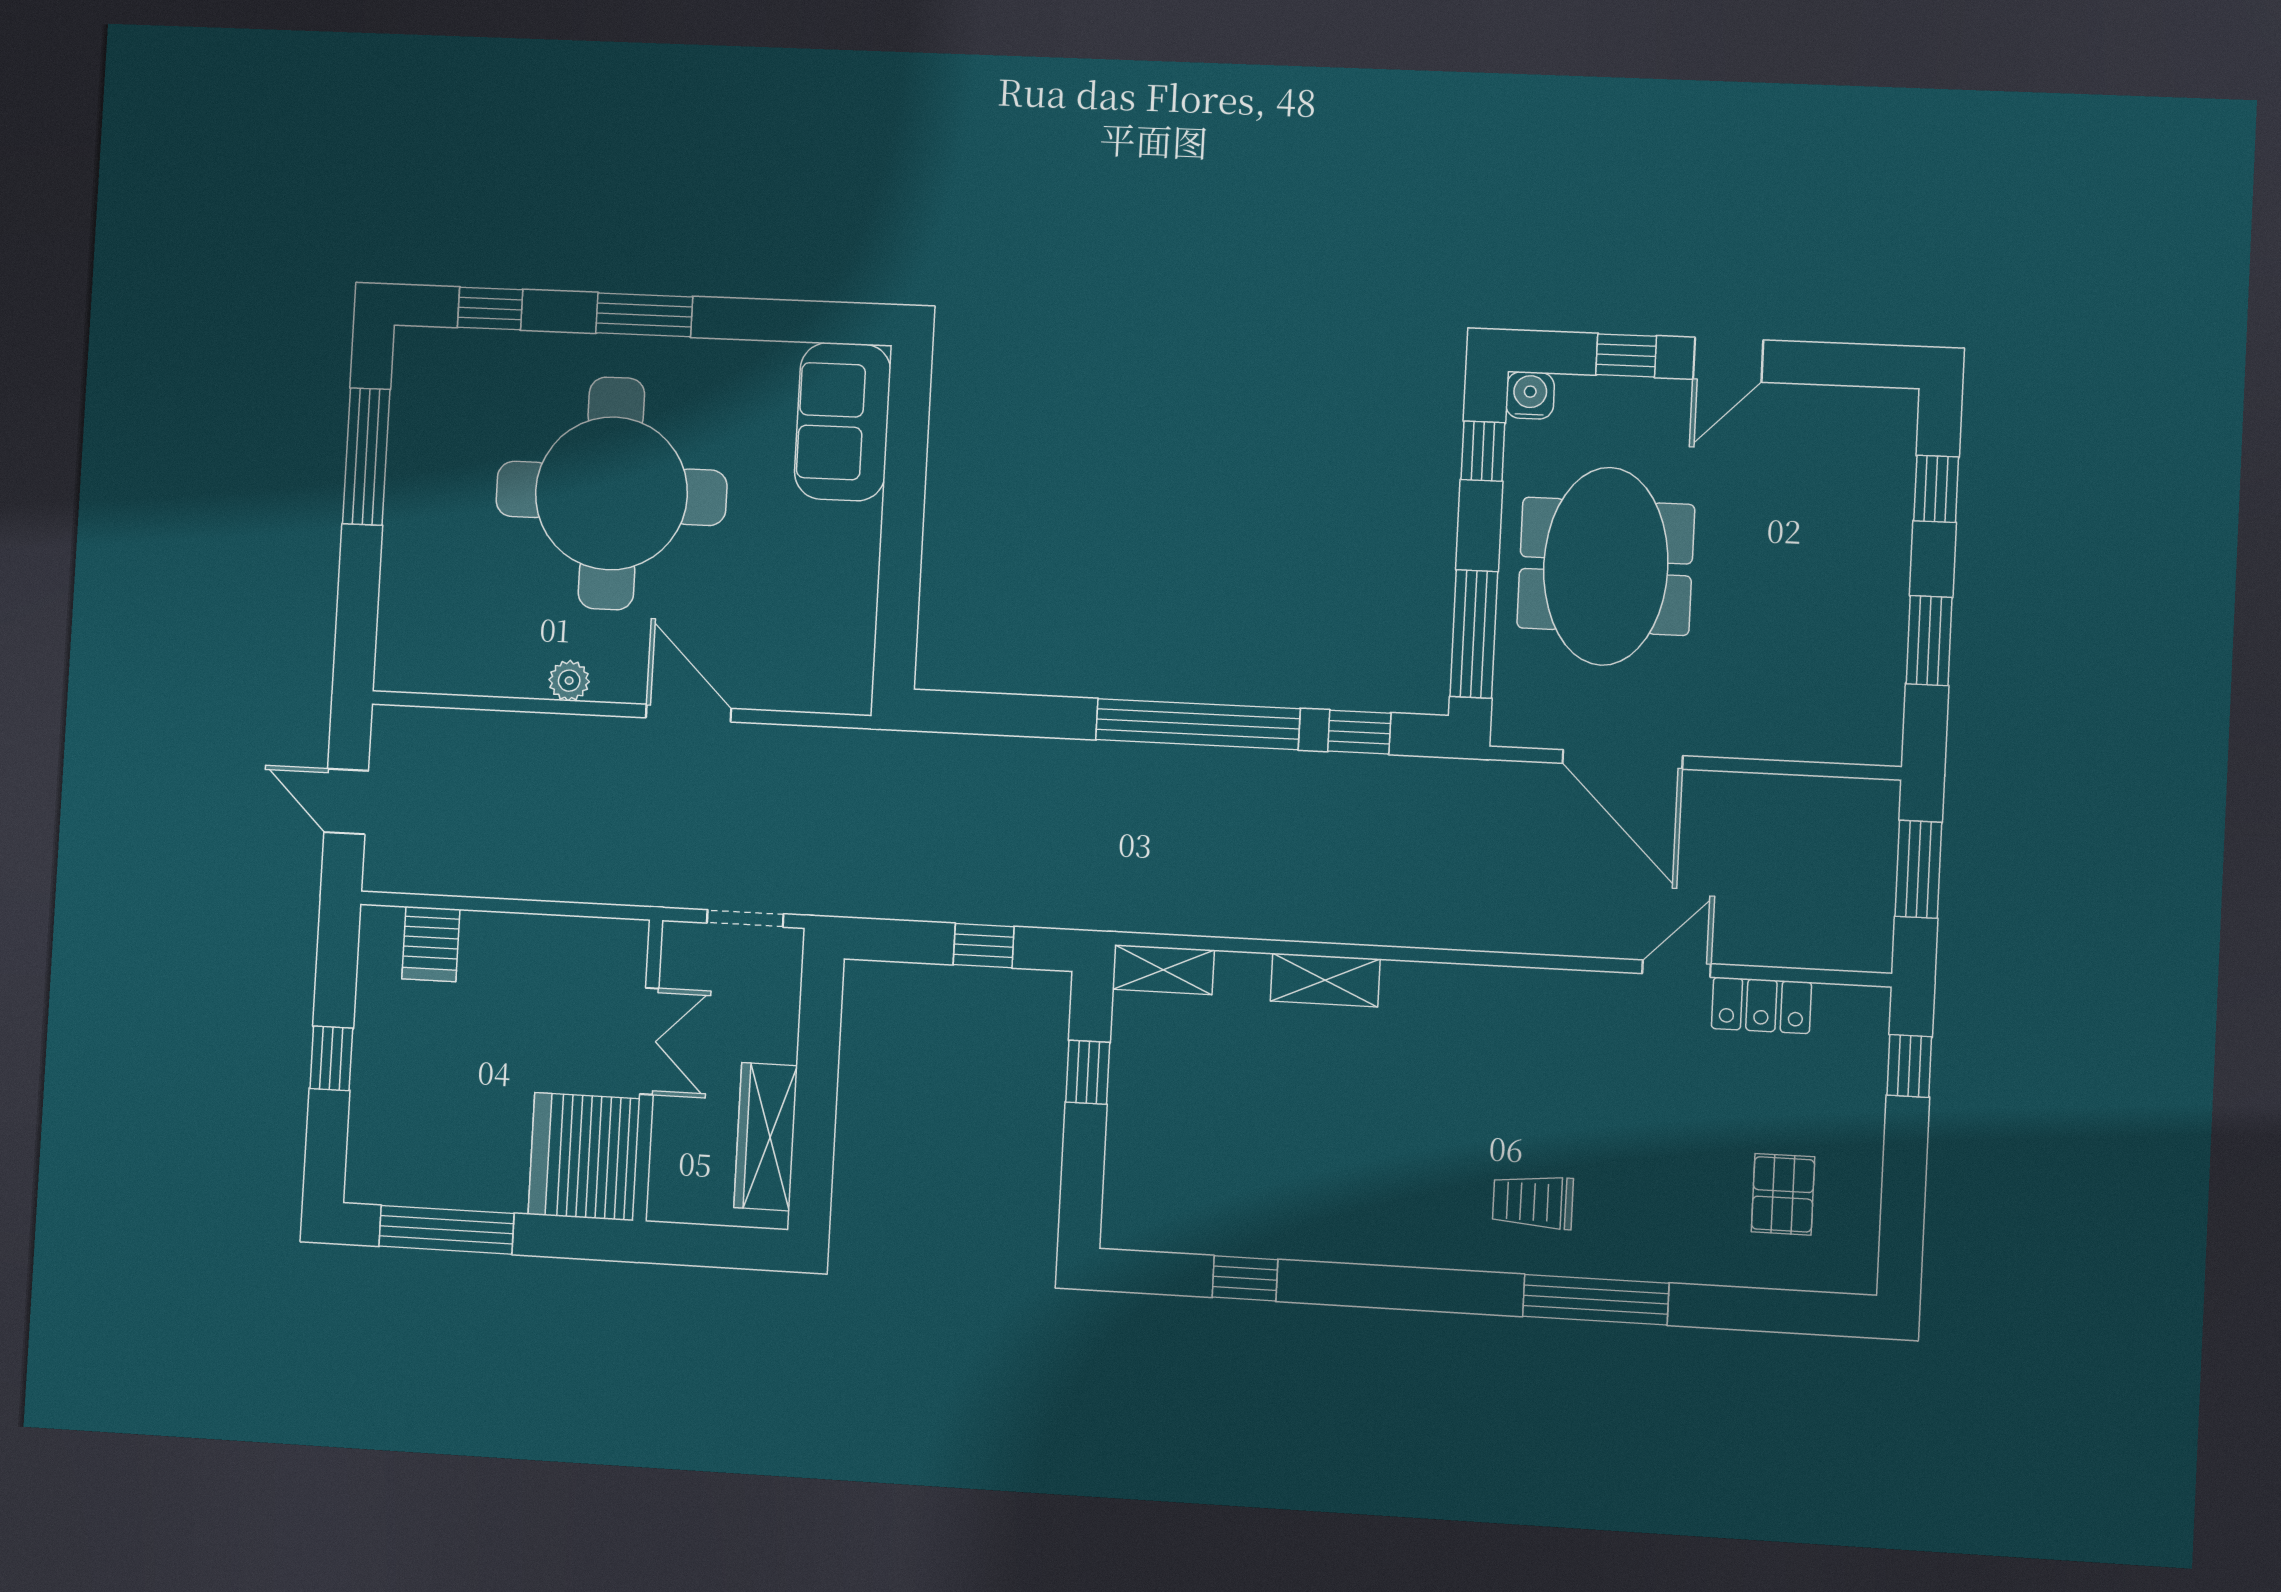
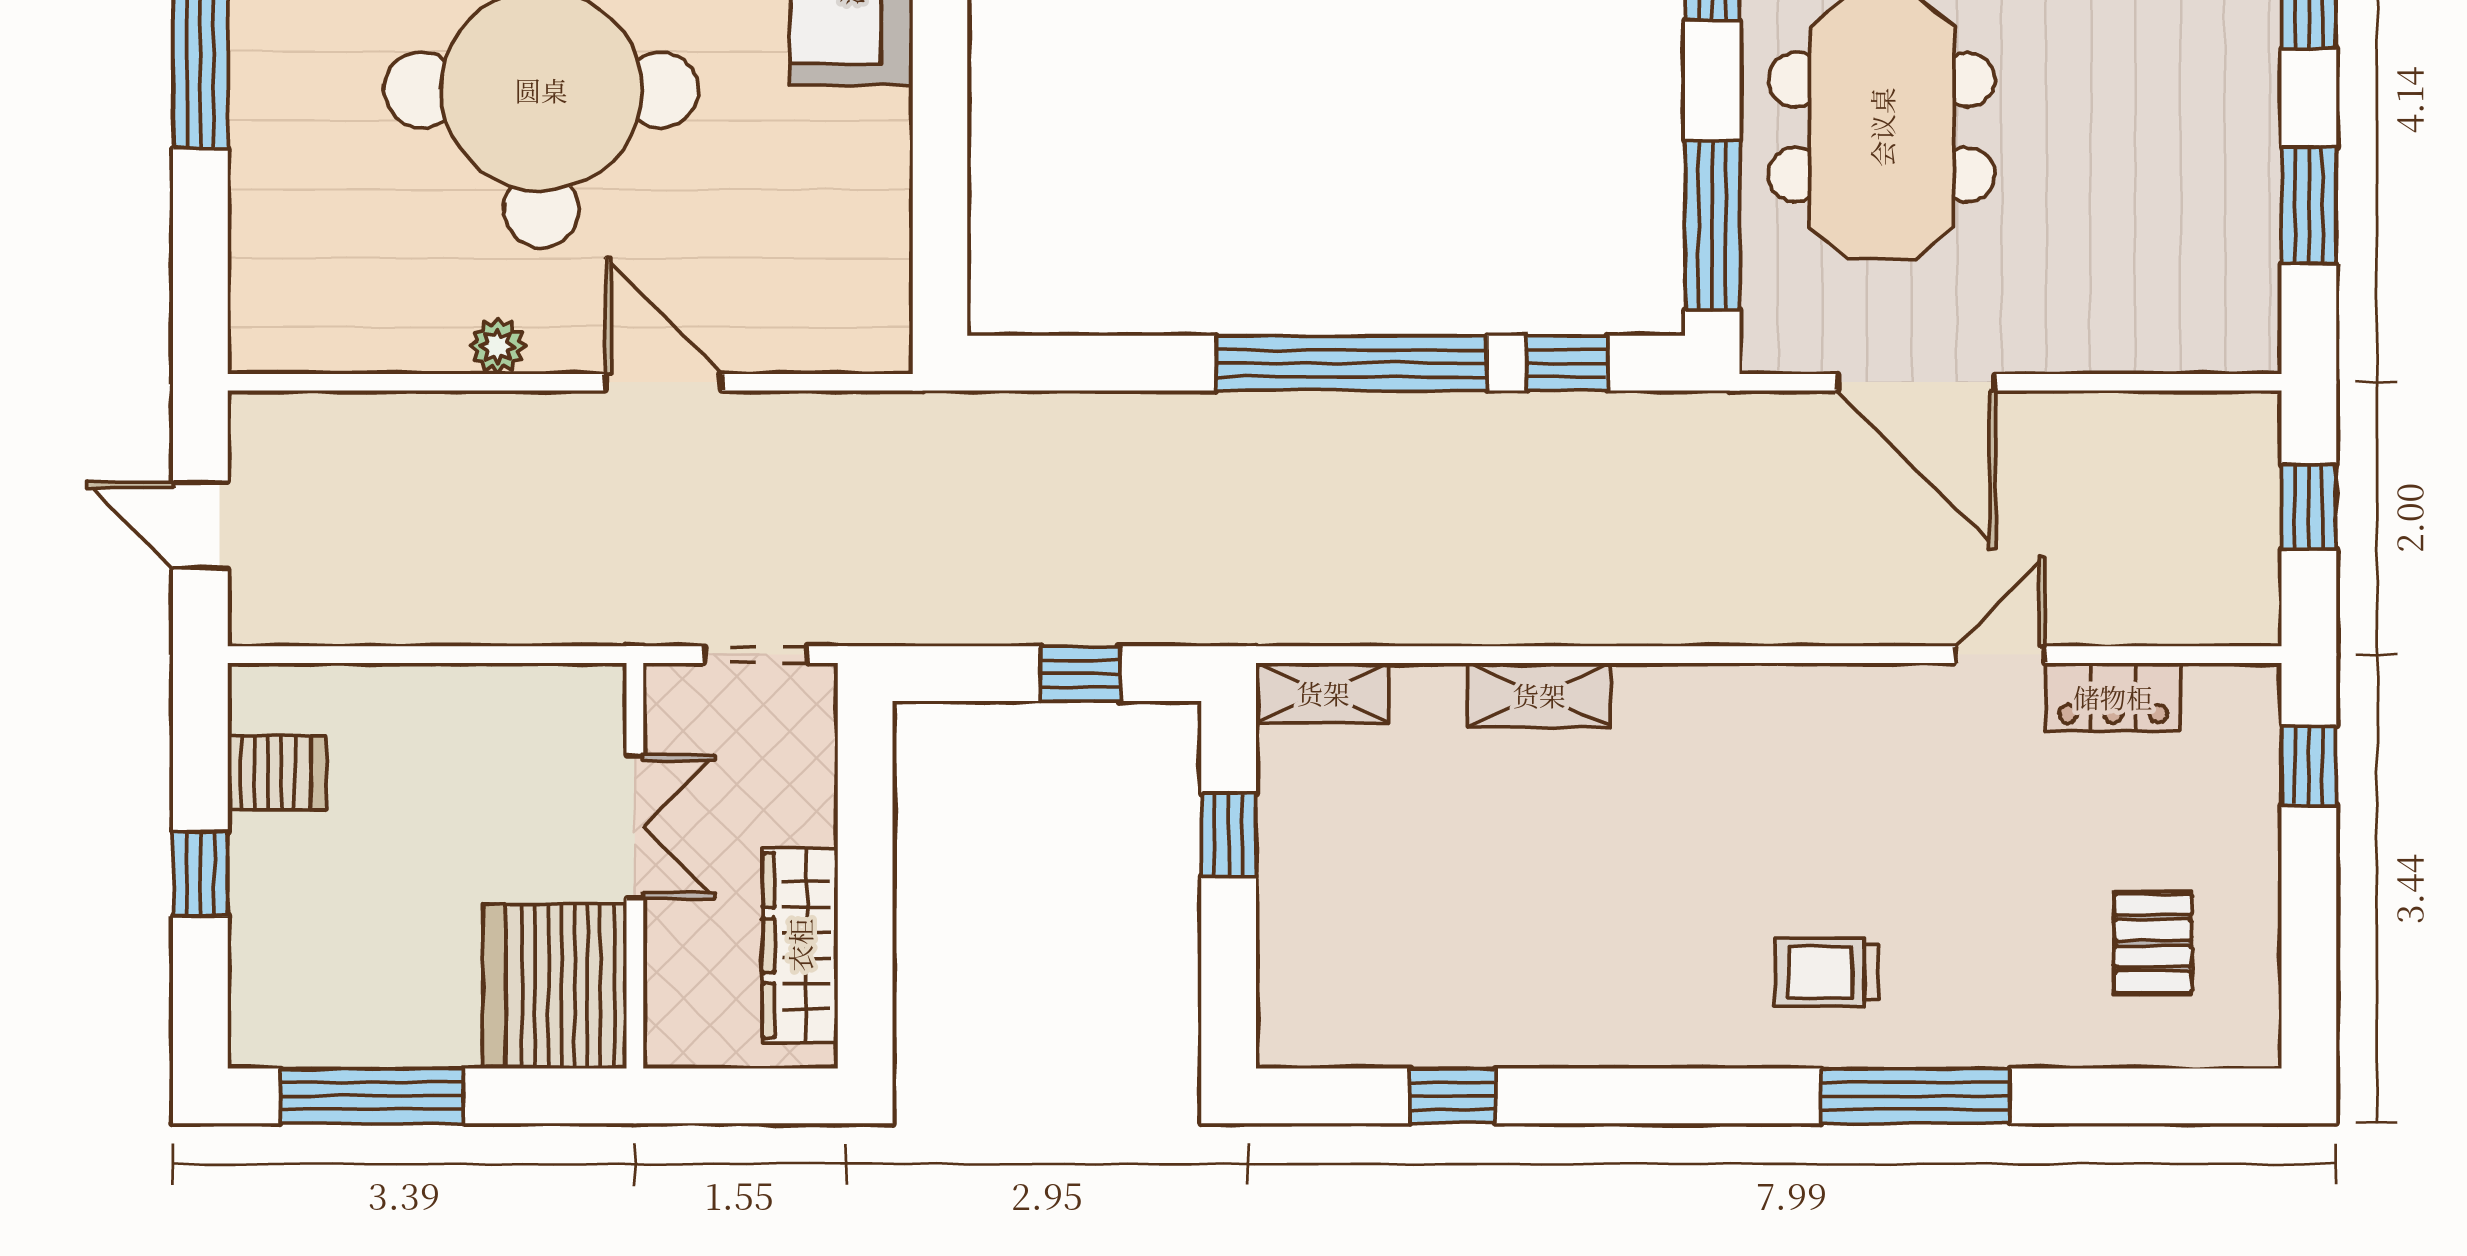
window: (1918, 869) -> (2309, 507), width x0.67
server rack: (431, 944) -> (277, 773), moved, turned -90

